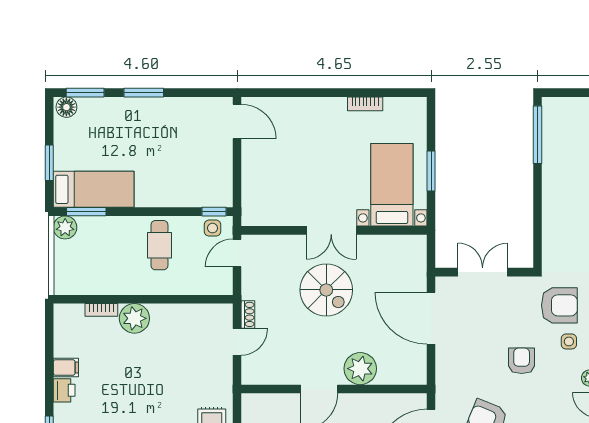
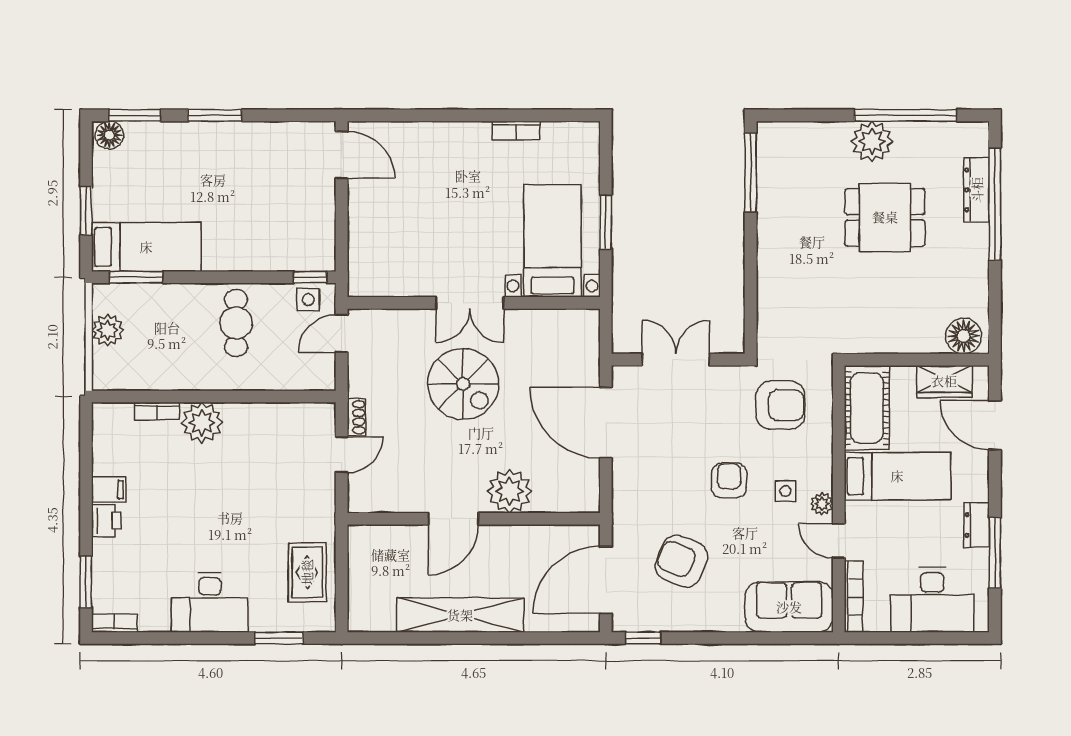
plant: (65, 227) -> (108, 330), moved
side table: (569, 341) -> (785, 491), moved

